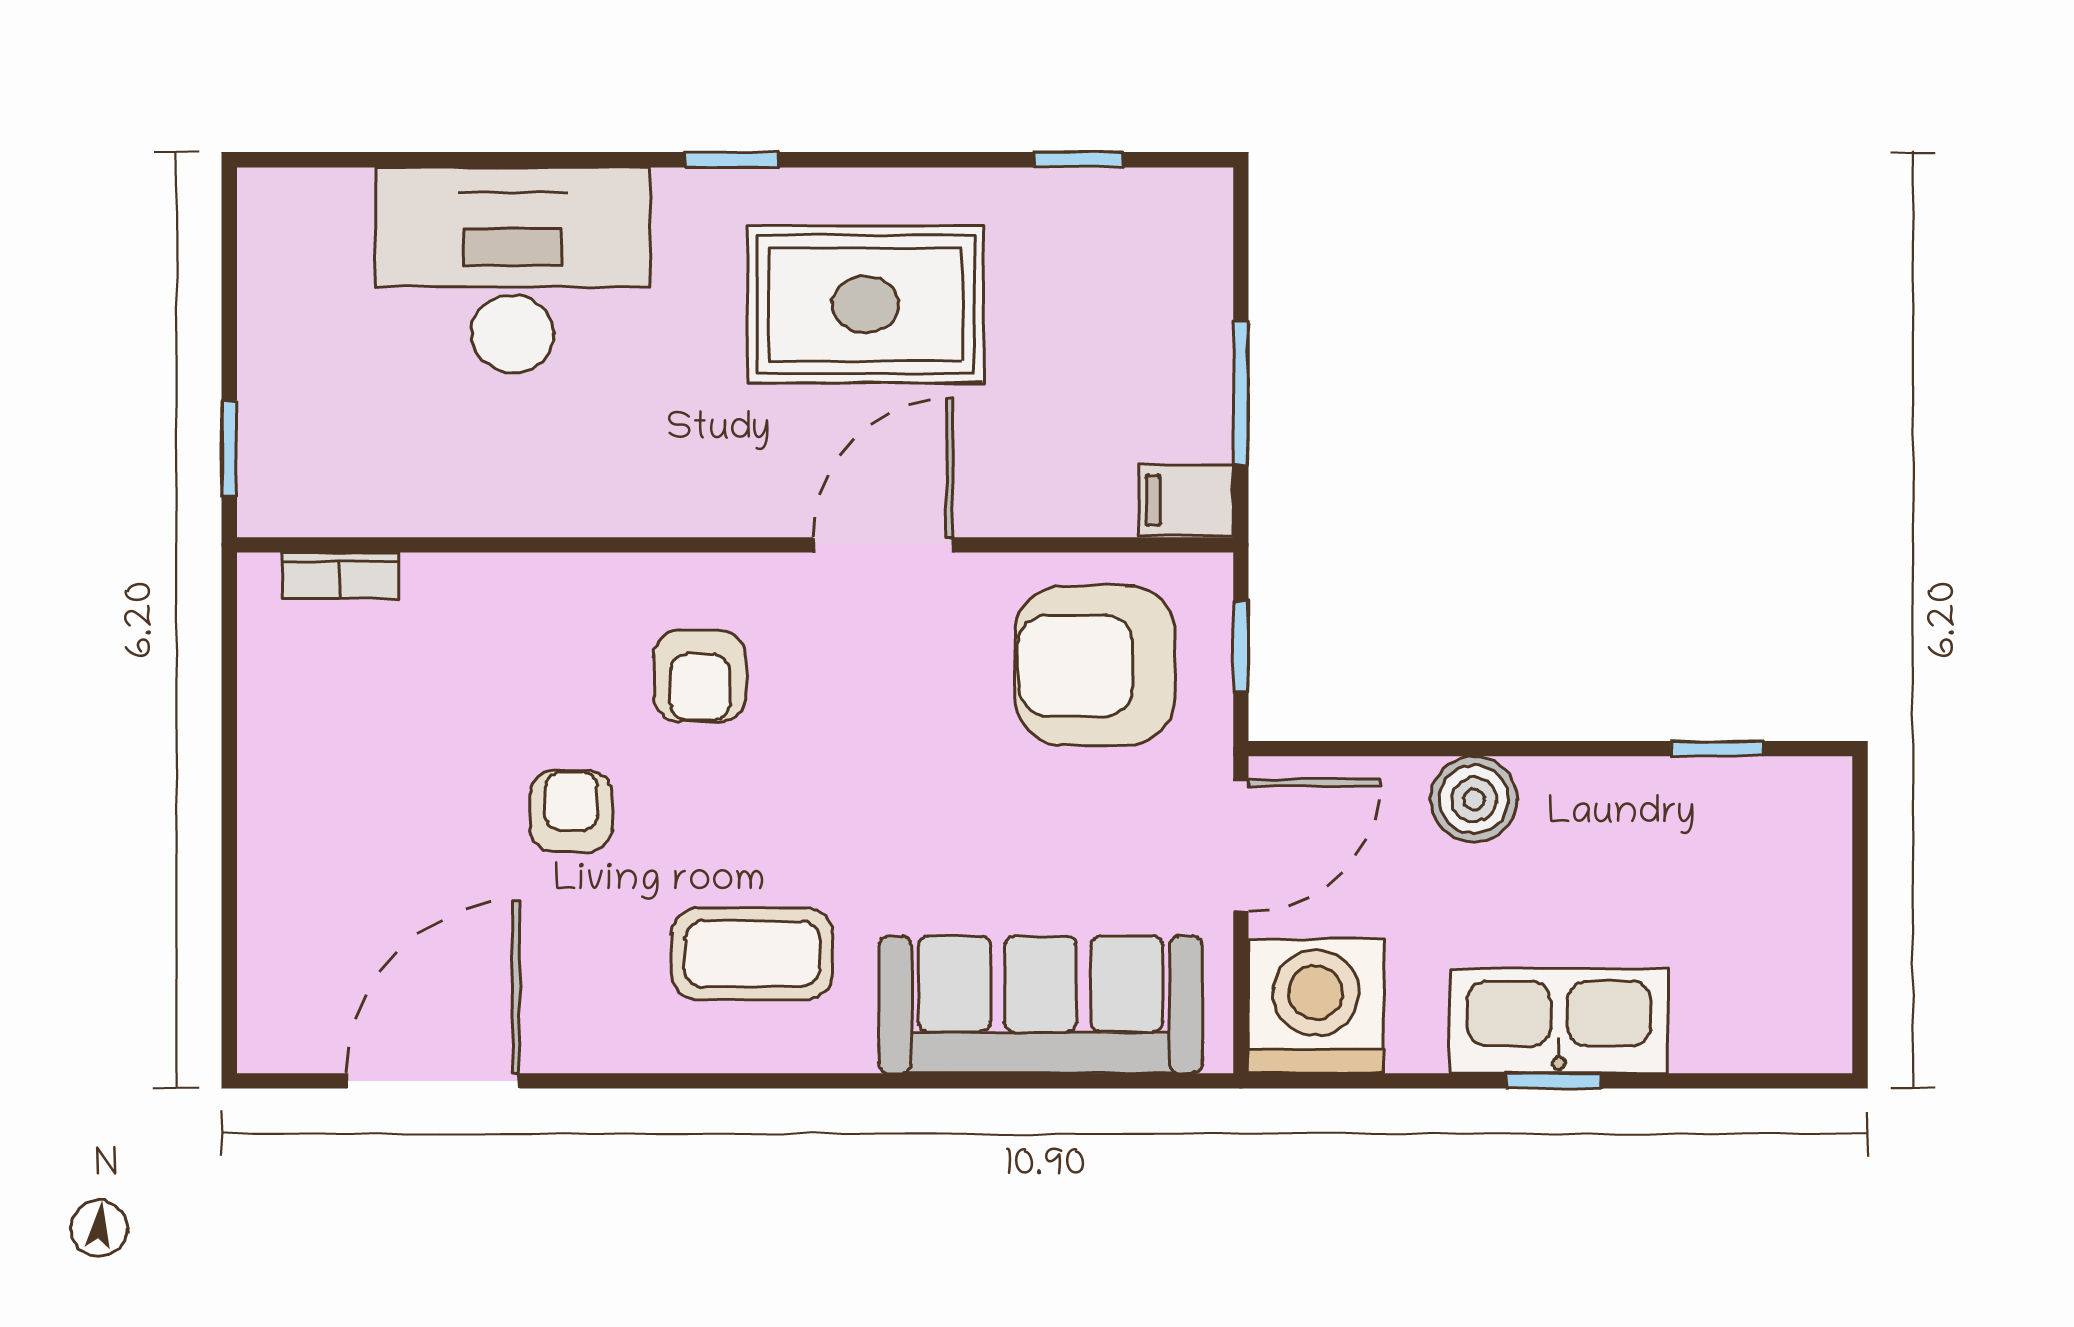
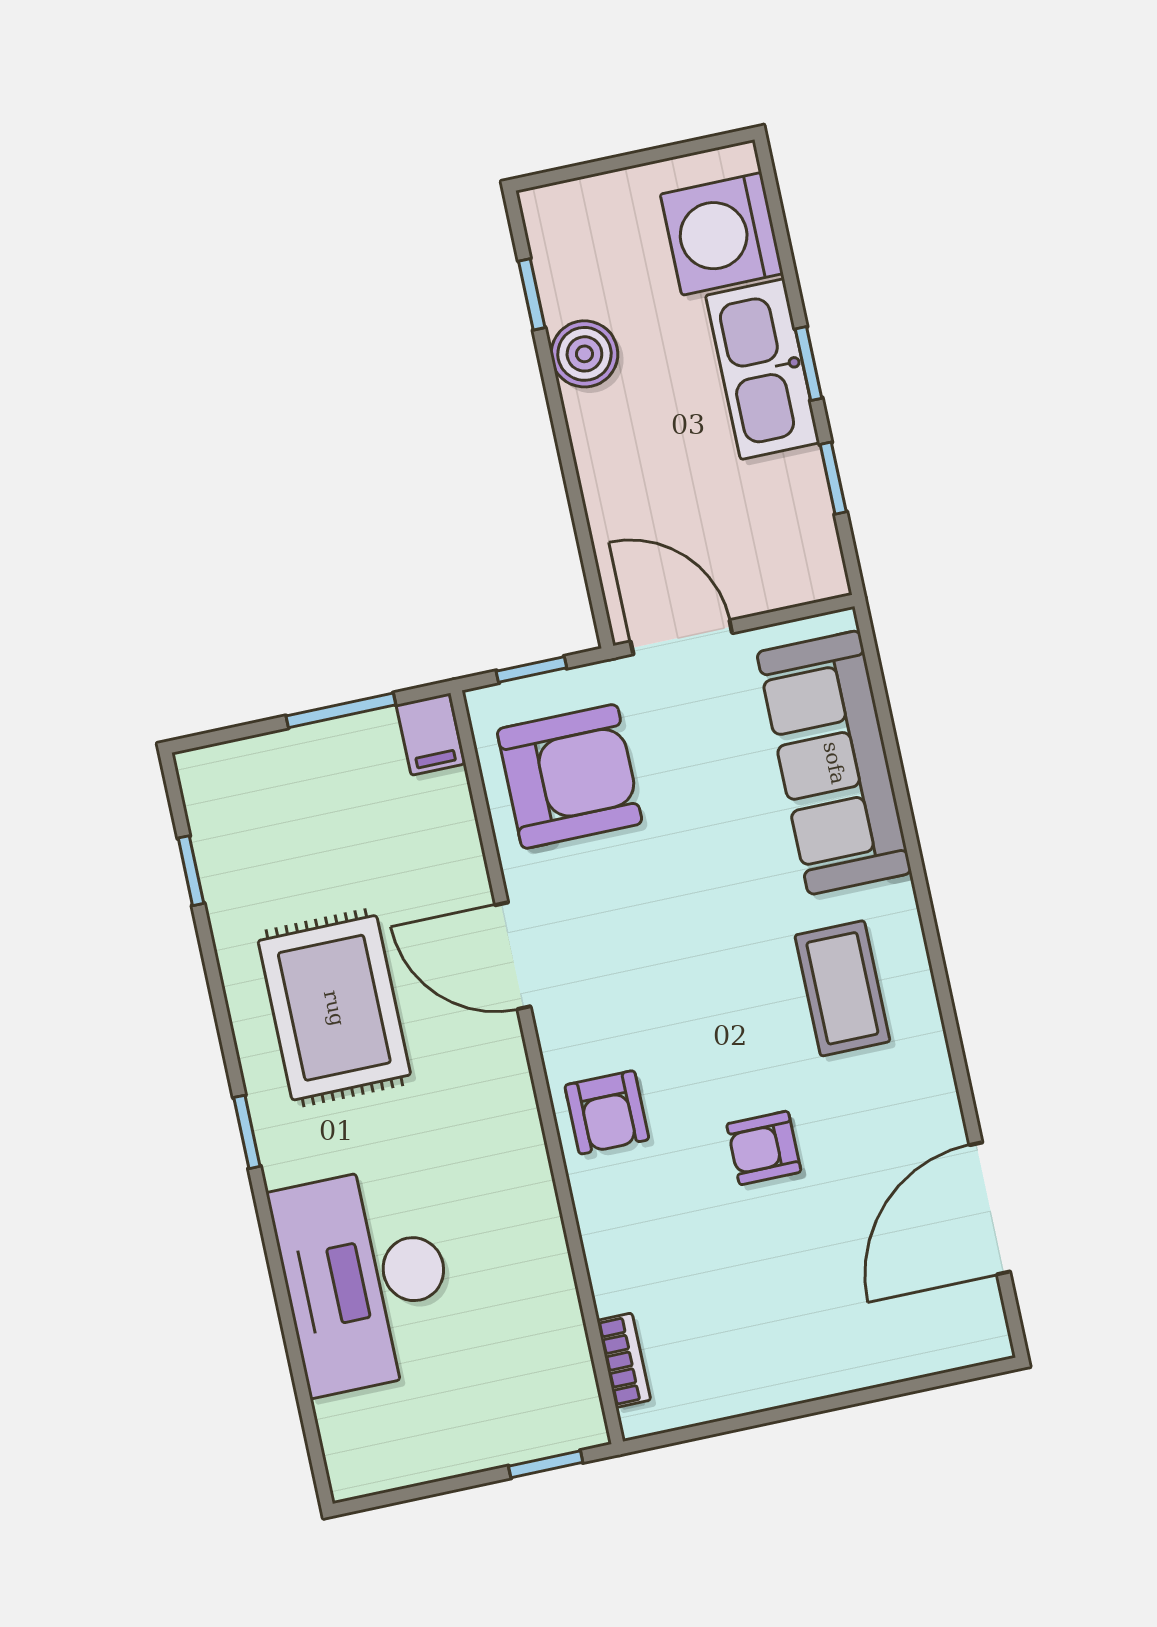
armchair: (1095, 665) -> (570, 776), turned -90
armchair: (700, 676) -> (607, 1112), moved, turned 90
boiler: (1474, 799) -> (584, 354), moved
washing machine: (1316, 1006) -> (722, 234), moved
door: (433, 1081) -> (990, 1208), hinge flipped
window: (1401, 1081) -> (833, 478), added

